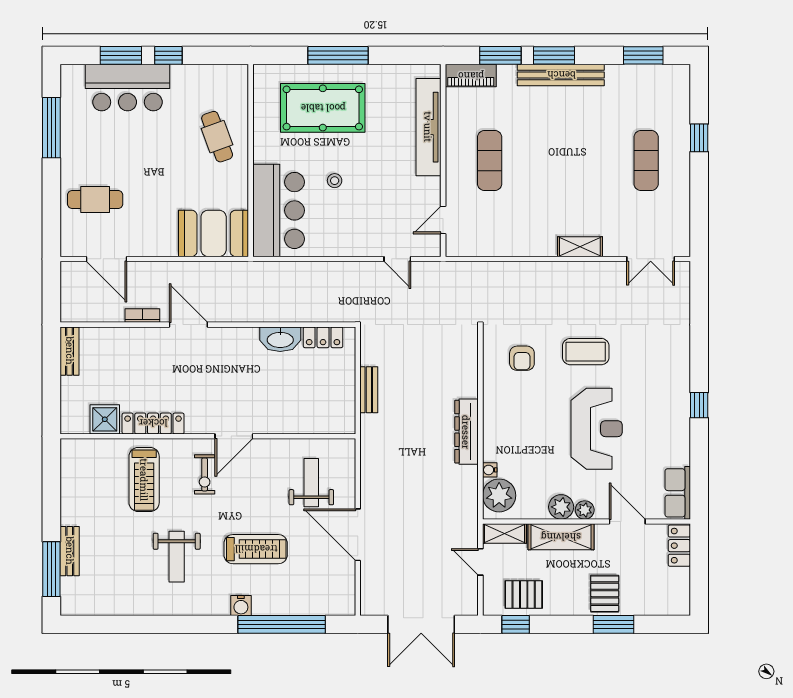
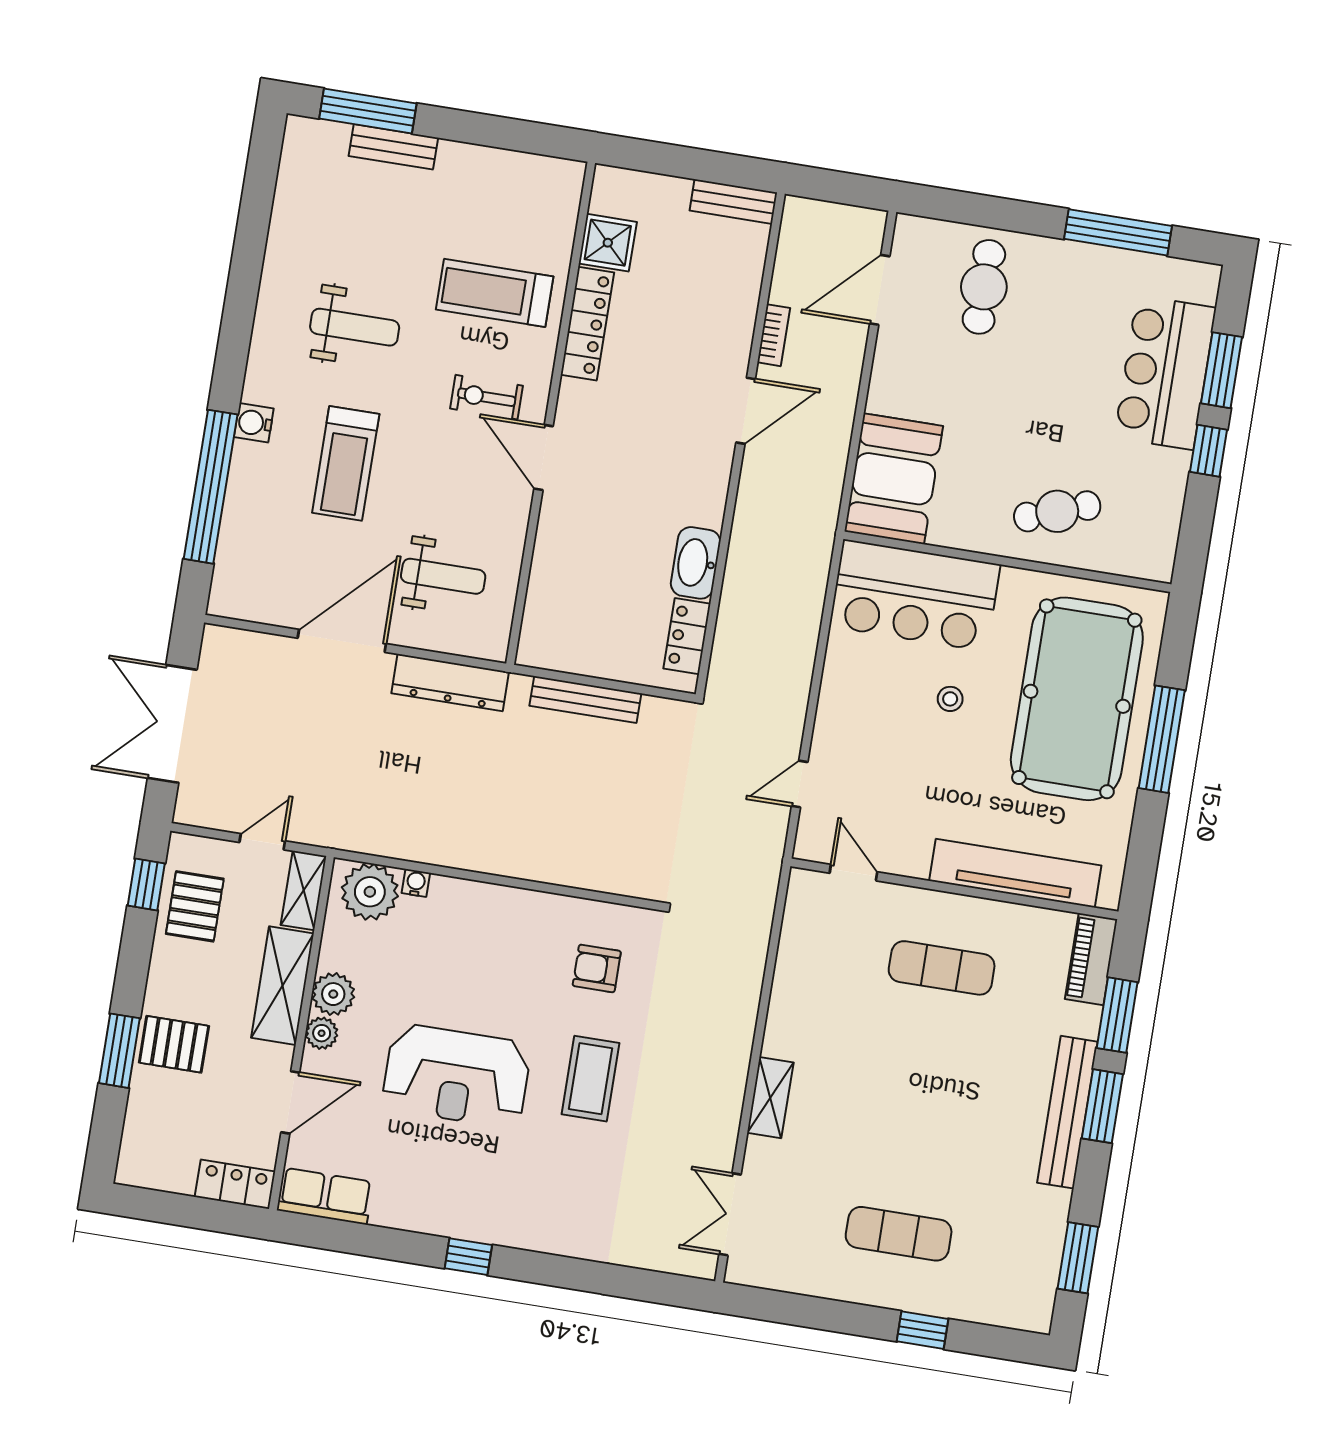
pool table: (323, 108) -> (1077, 699), width x1.36, depth x1.32
bench: (369, 390) -> (585, 700), width x1.36
dresser: (466, 432) -> (450, 683), moved, turned 180
weight bench: (177, 557) -> (355, 327), turned 180

